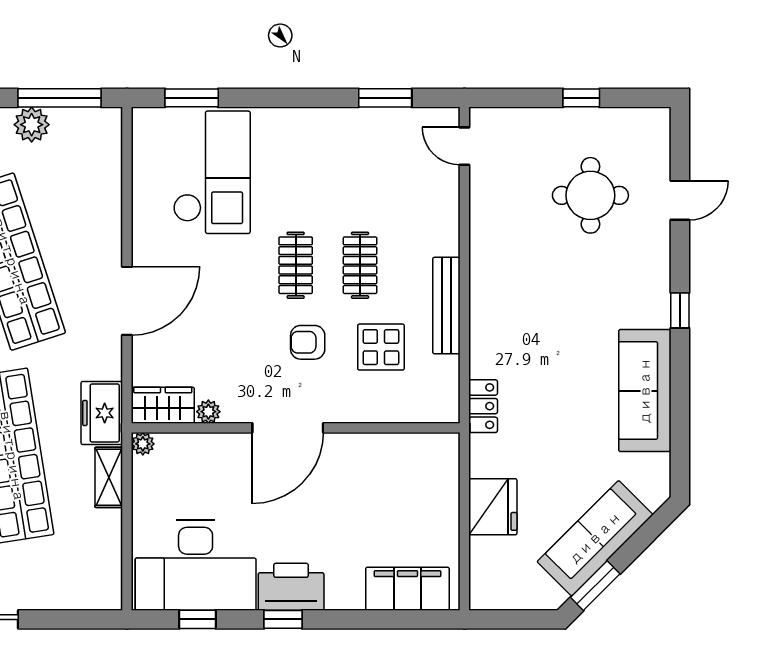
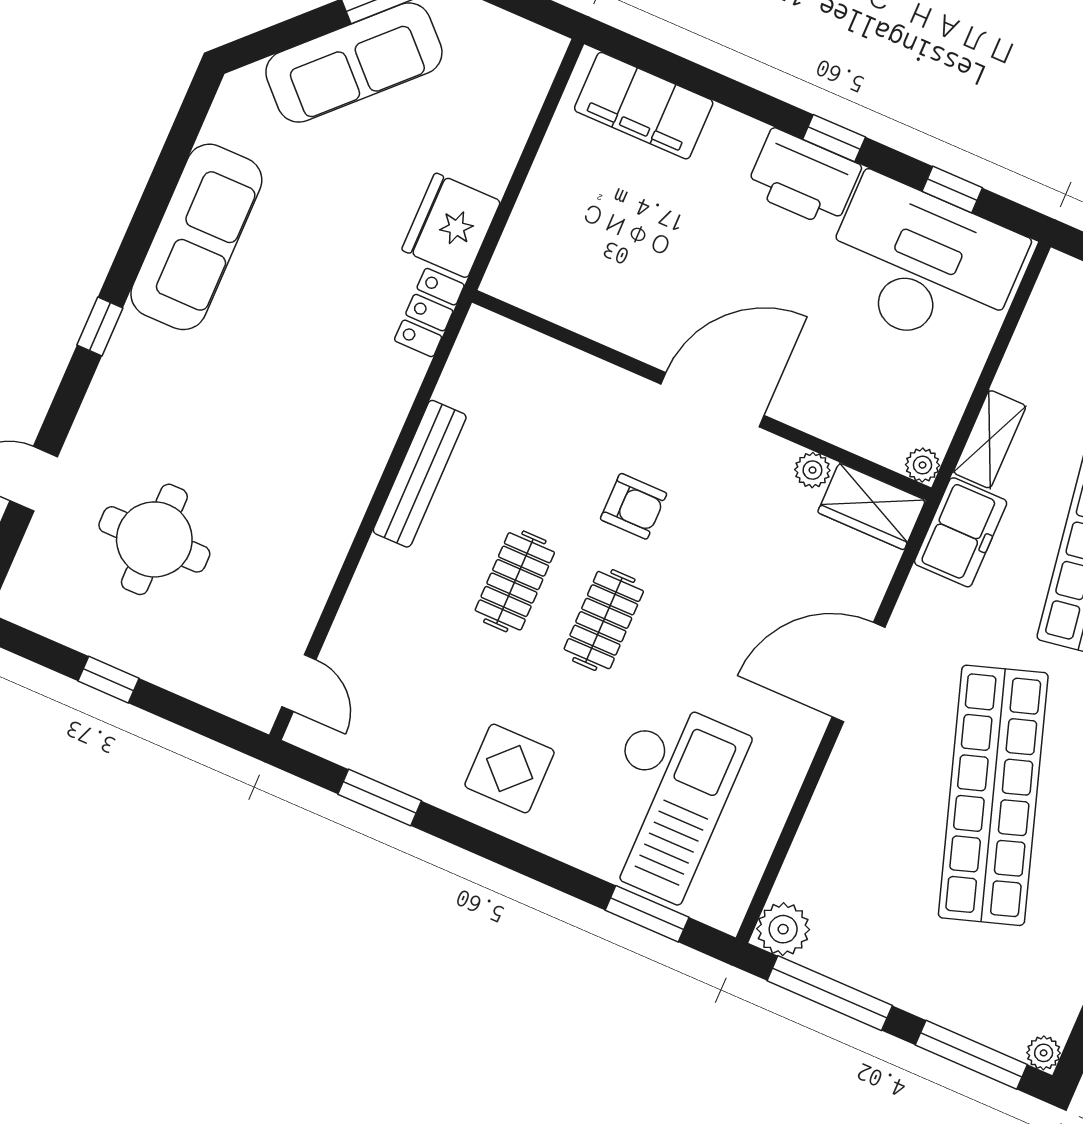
plant: (32, 125) -> (783, 929), moved
checkout: (212, 172) -> (664, 799), turned 180
display table: (381, 347) -> (510, 769), moved
fridge: (493, 507) -> (451, 226), moved

